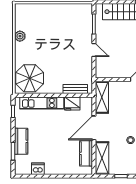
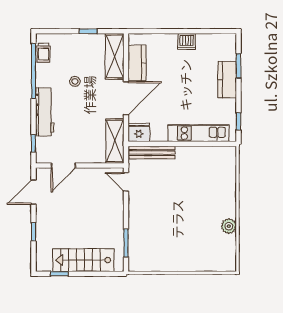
door: (94, 50) -> (126, 182), moved
parasol: (30, 78) -> (215, 167), removed
bench: (75, 89) -> (152, 152), width x1.36
fridge: (72, 103) -> (139, 132), moved
dishwasher: (38, 169) -> (187, 42), moved

